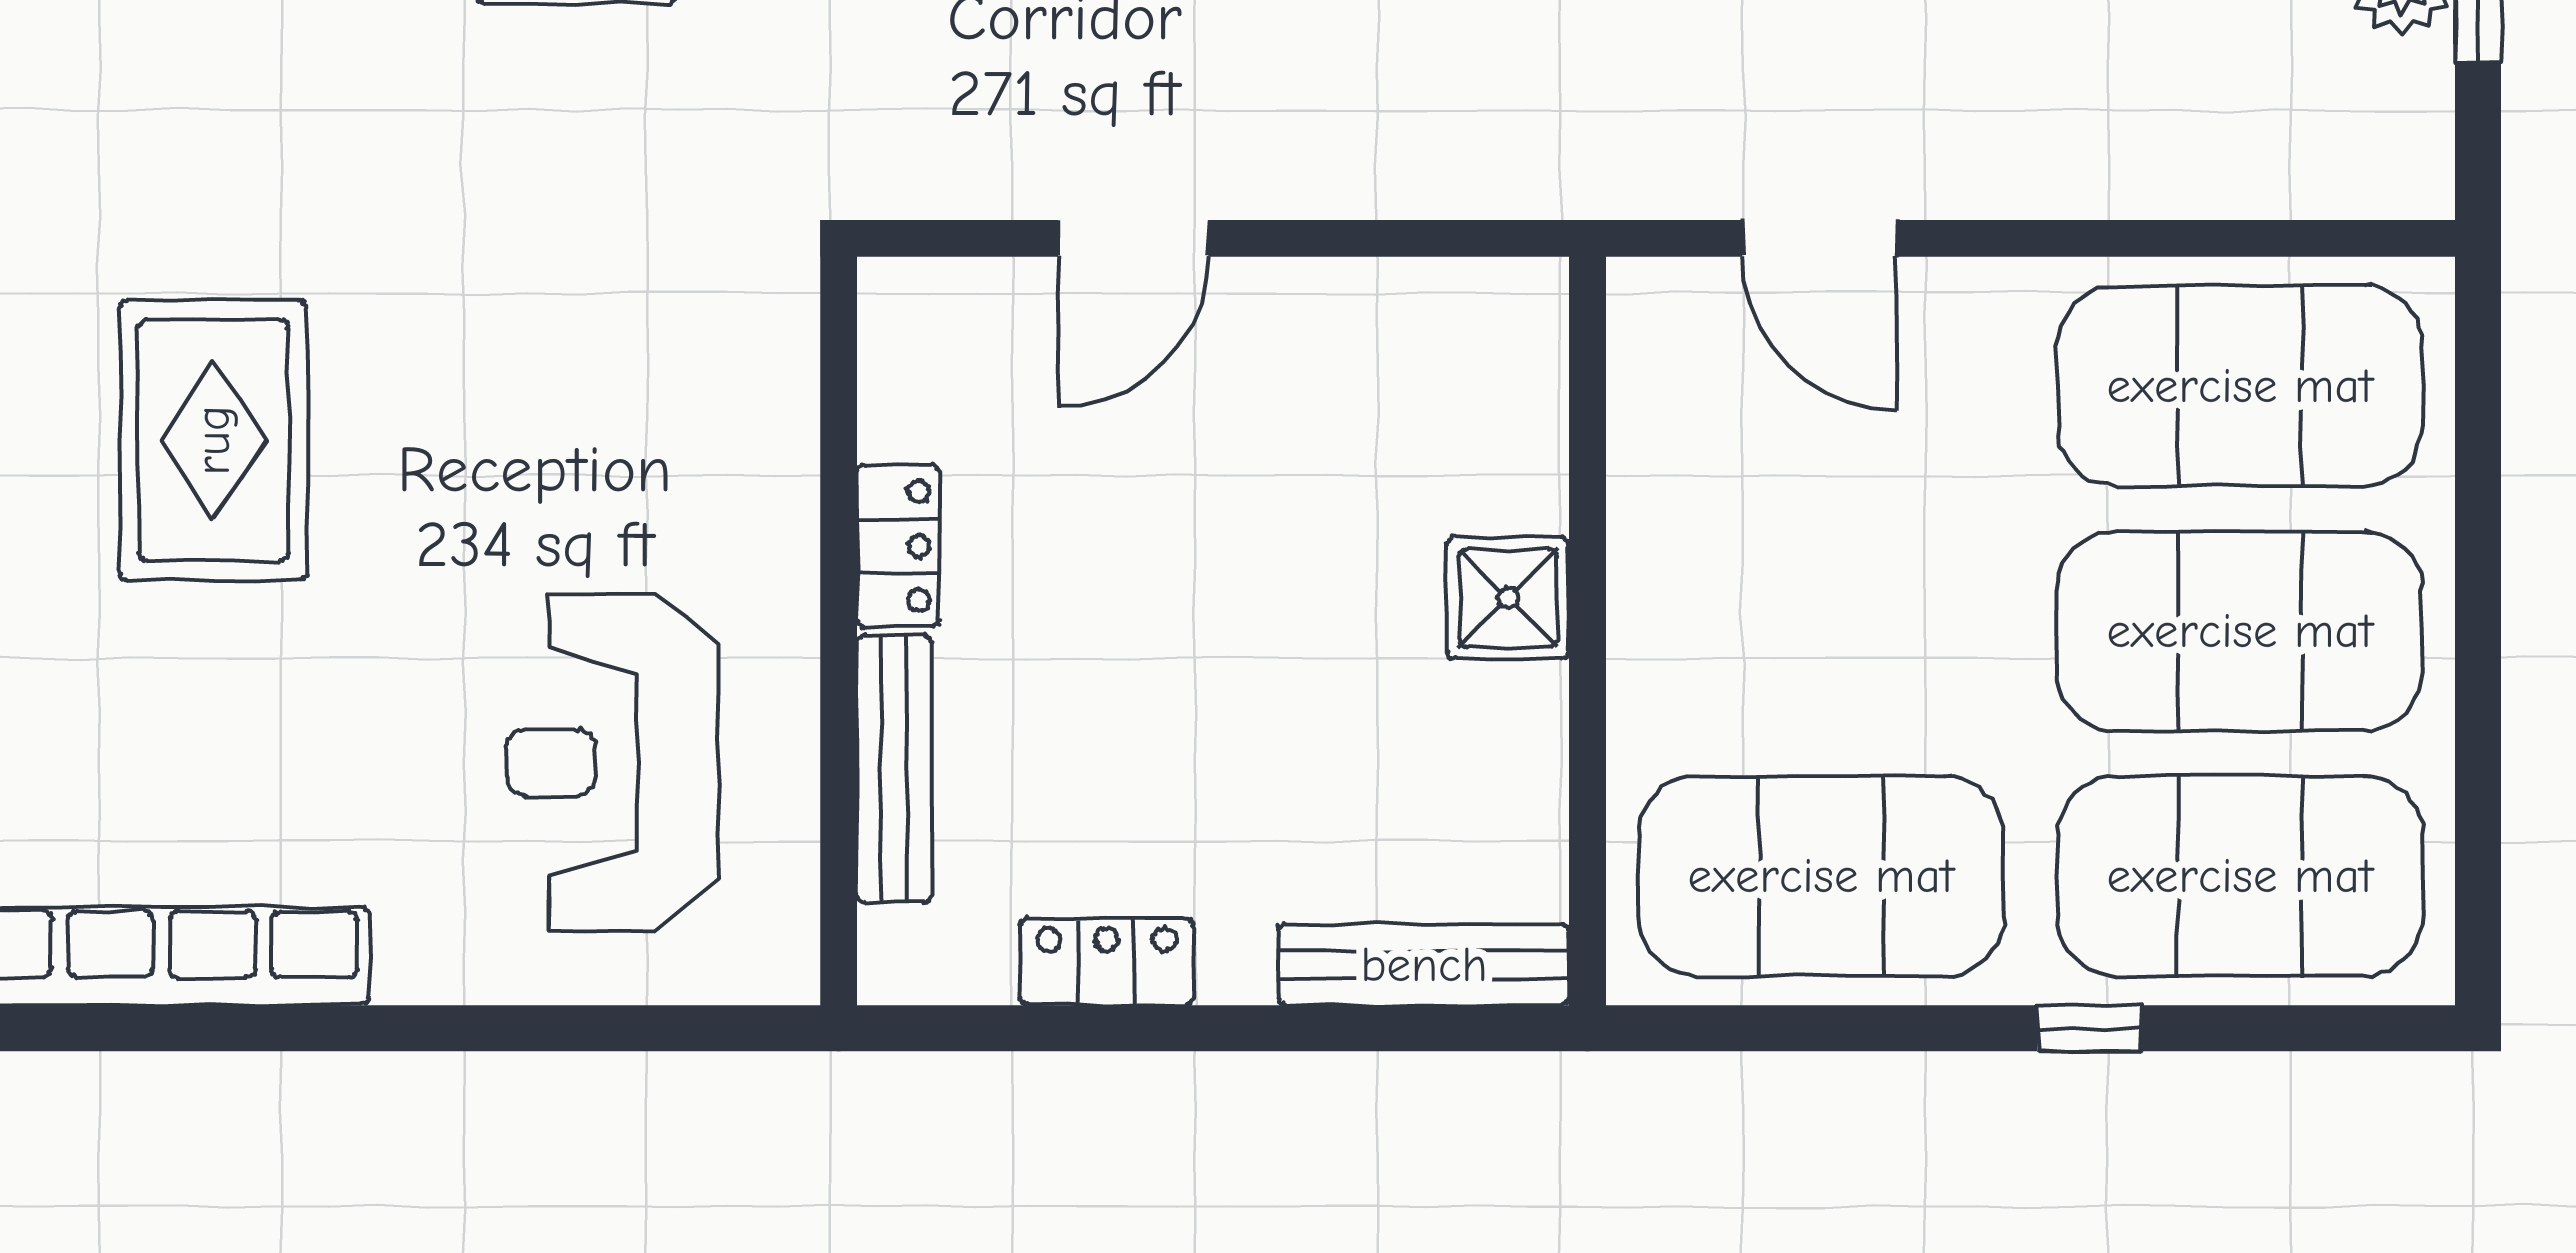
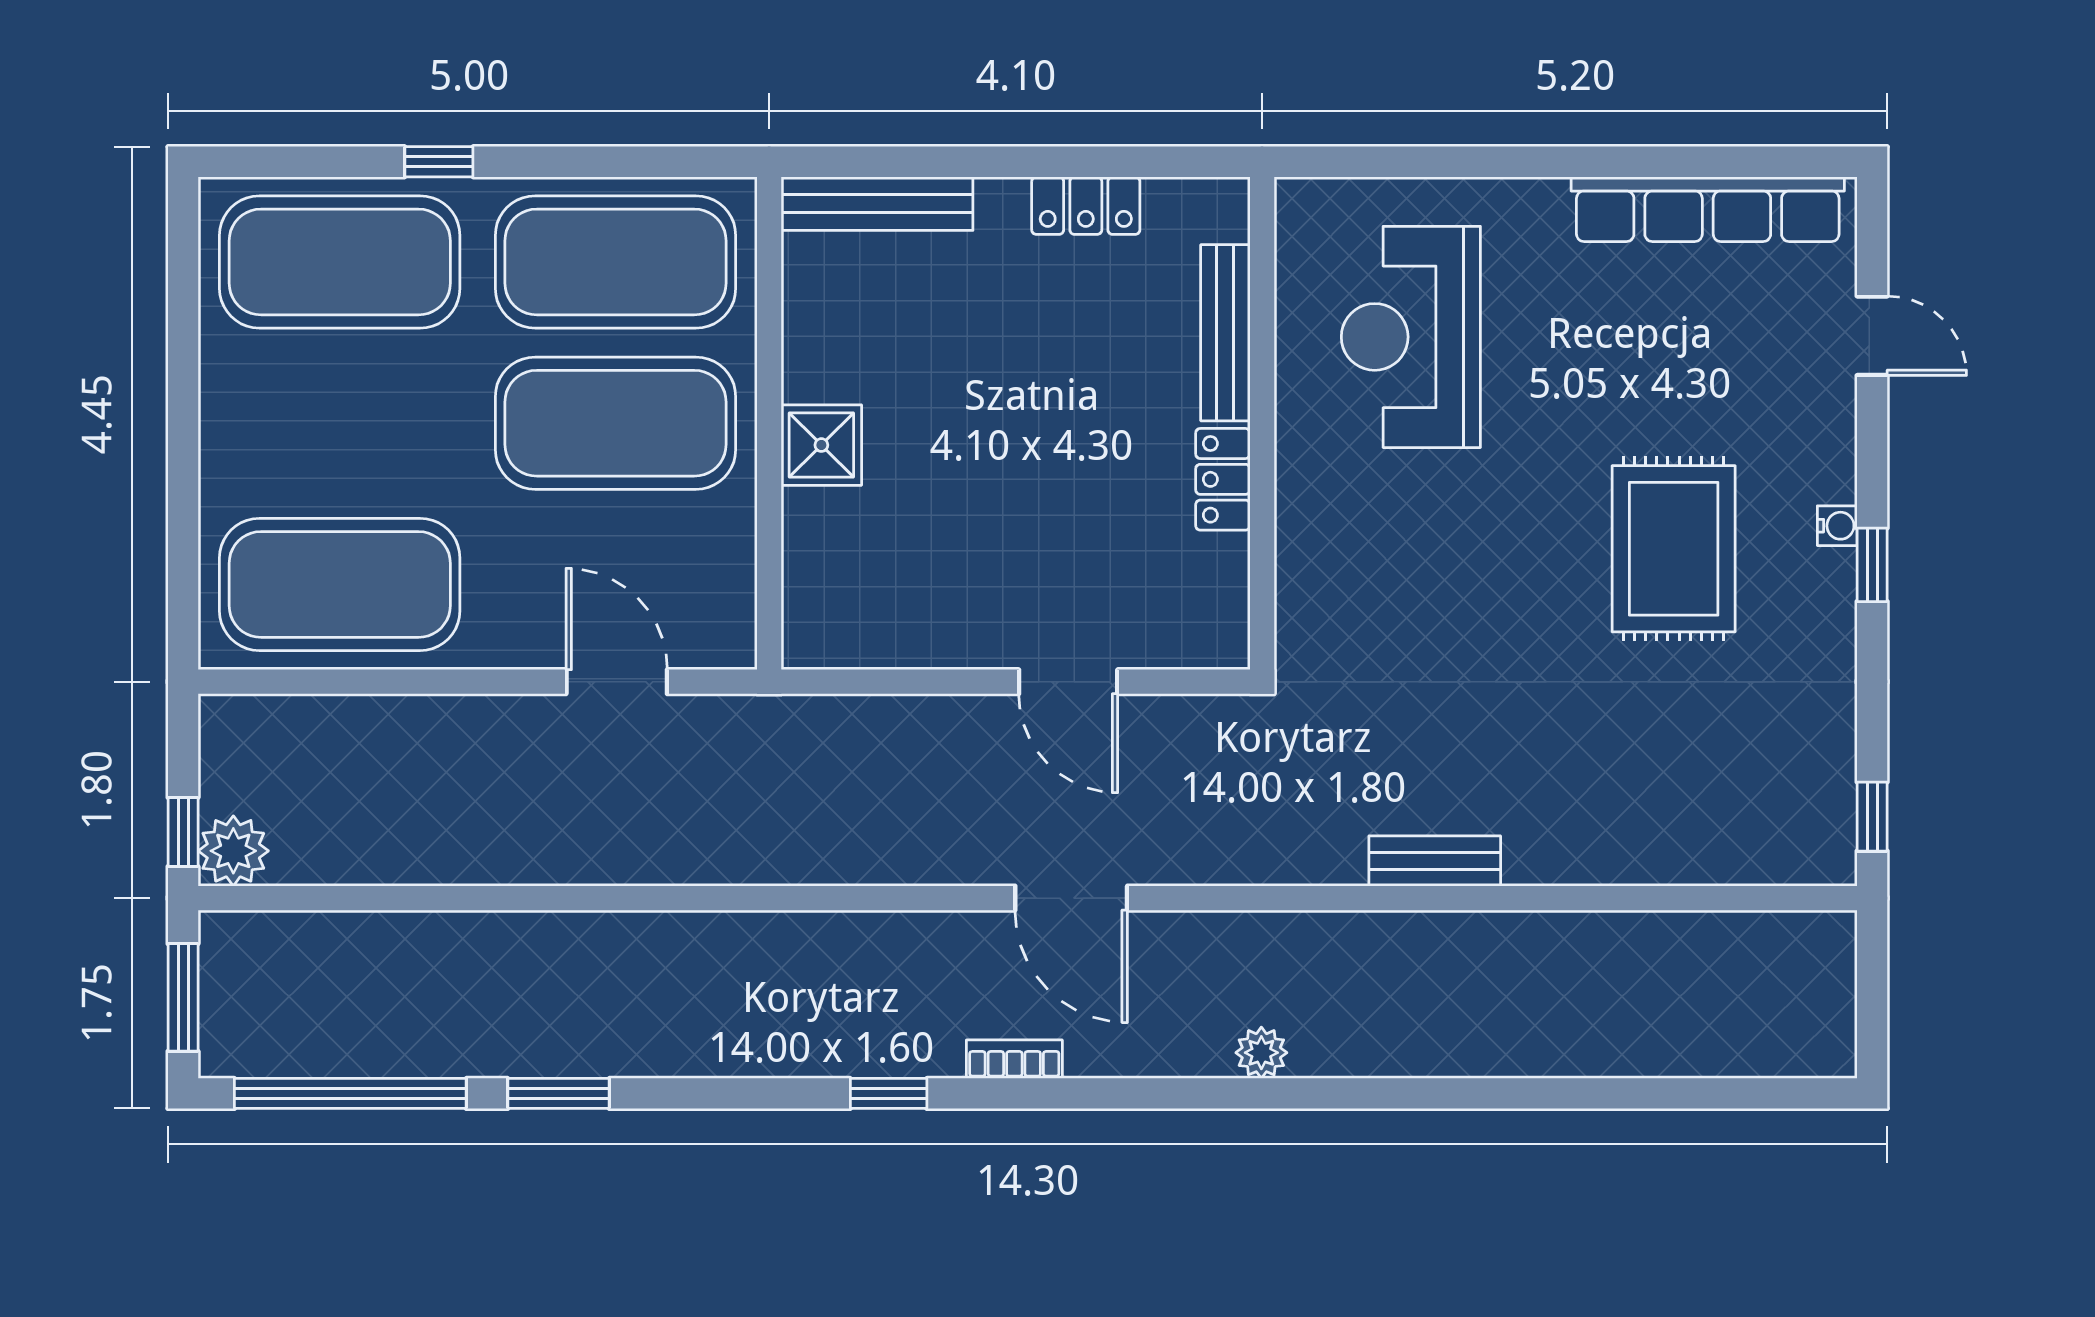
door: (1133, 238) -> (1068, 682), swing flipped
exercise mat: (2240, 631) -> (616, 423), moved
reception desk: (612, 762) -> (1411, 337), turned 180

